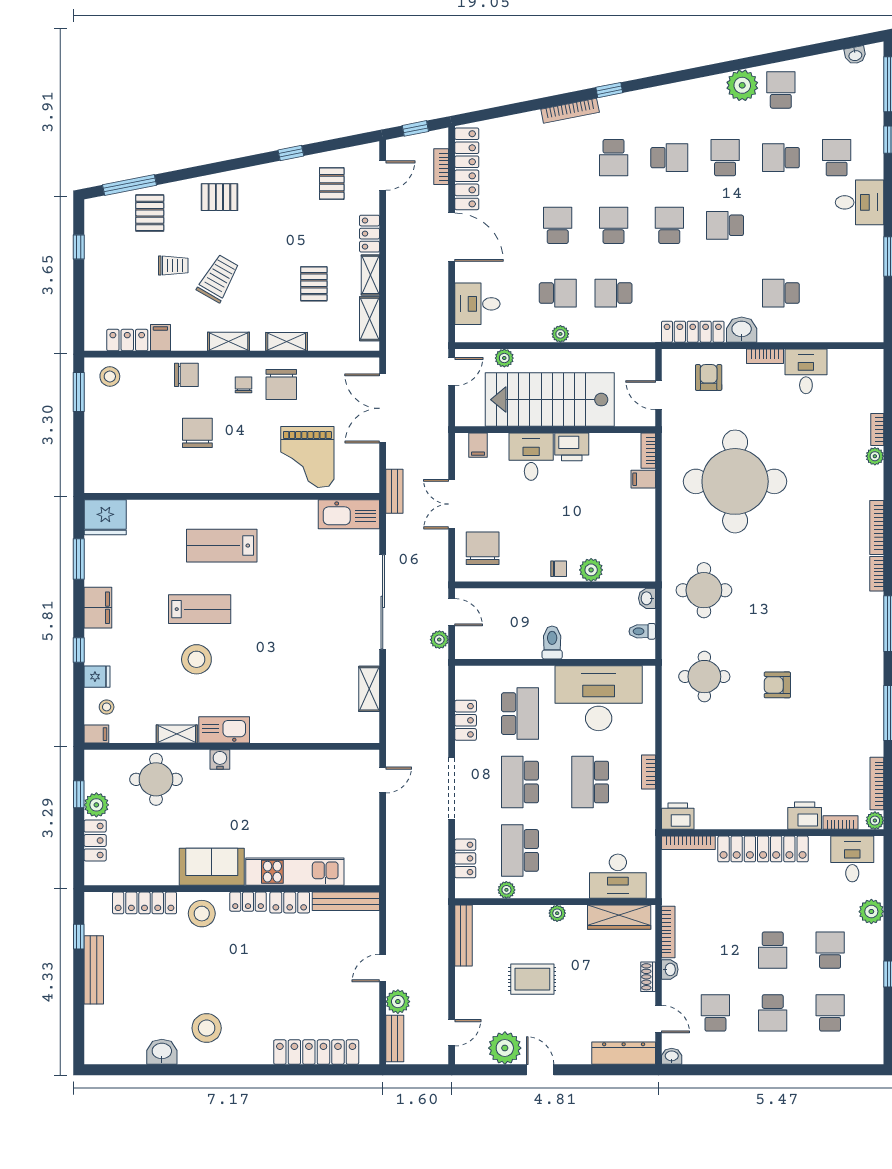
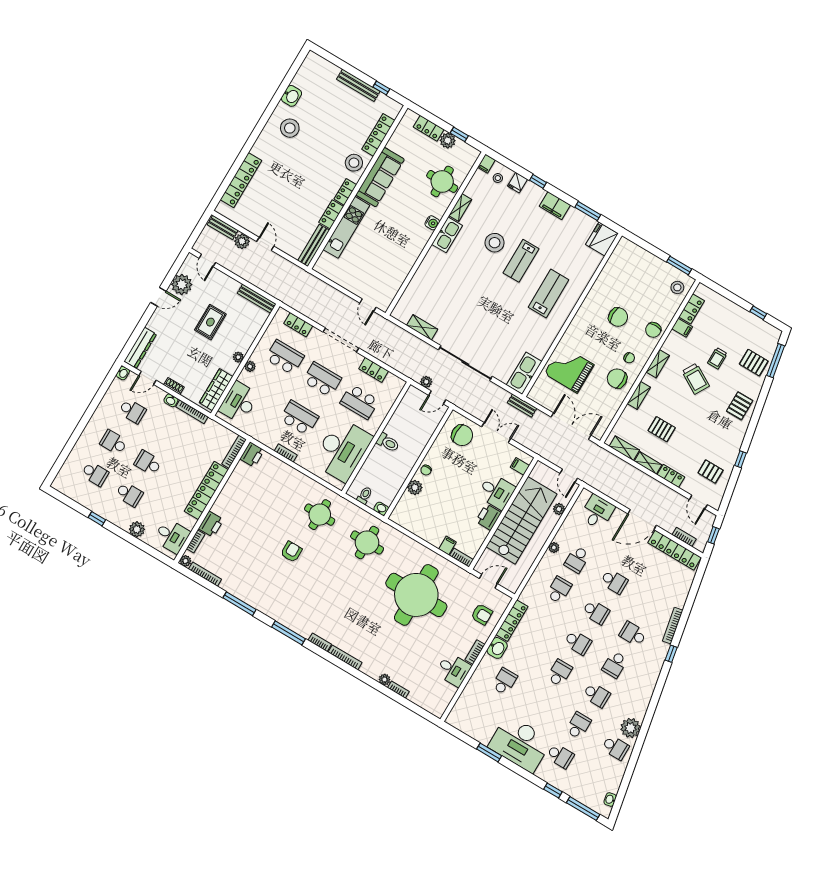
desk: (860, 202) -> (520, 744), width x1.87, depth x1.30
sofa: (212, 867) -> (380, 177), width x1.36
plant: (506, 890) -> (250, 366), moved

